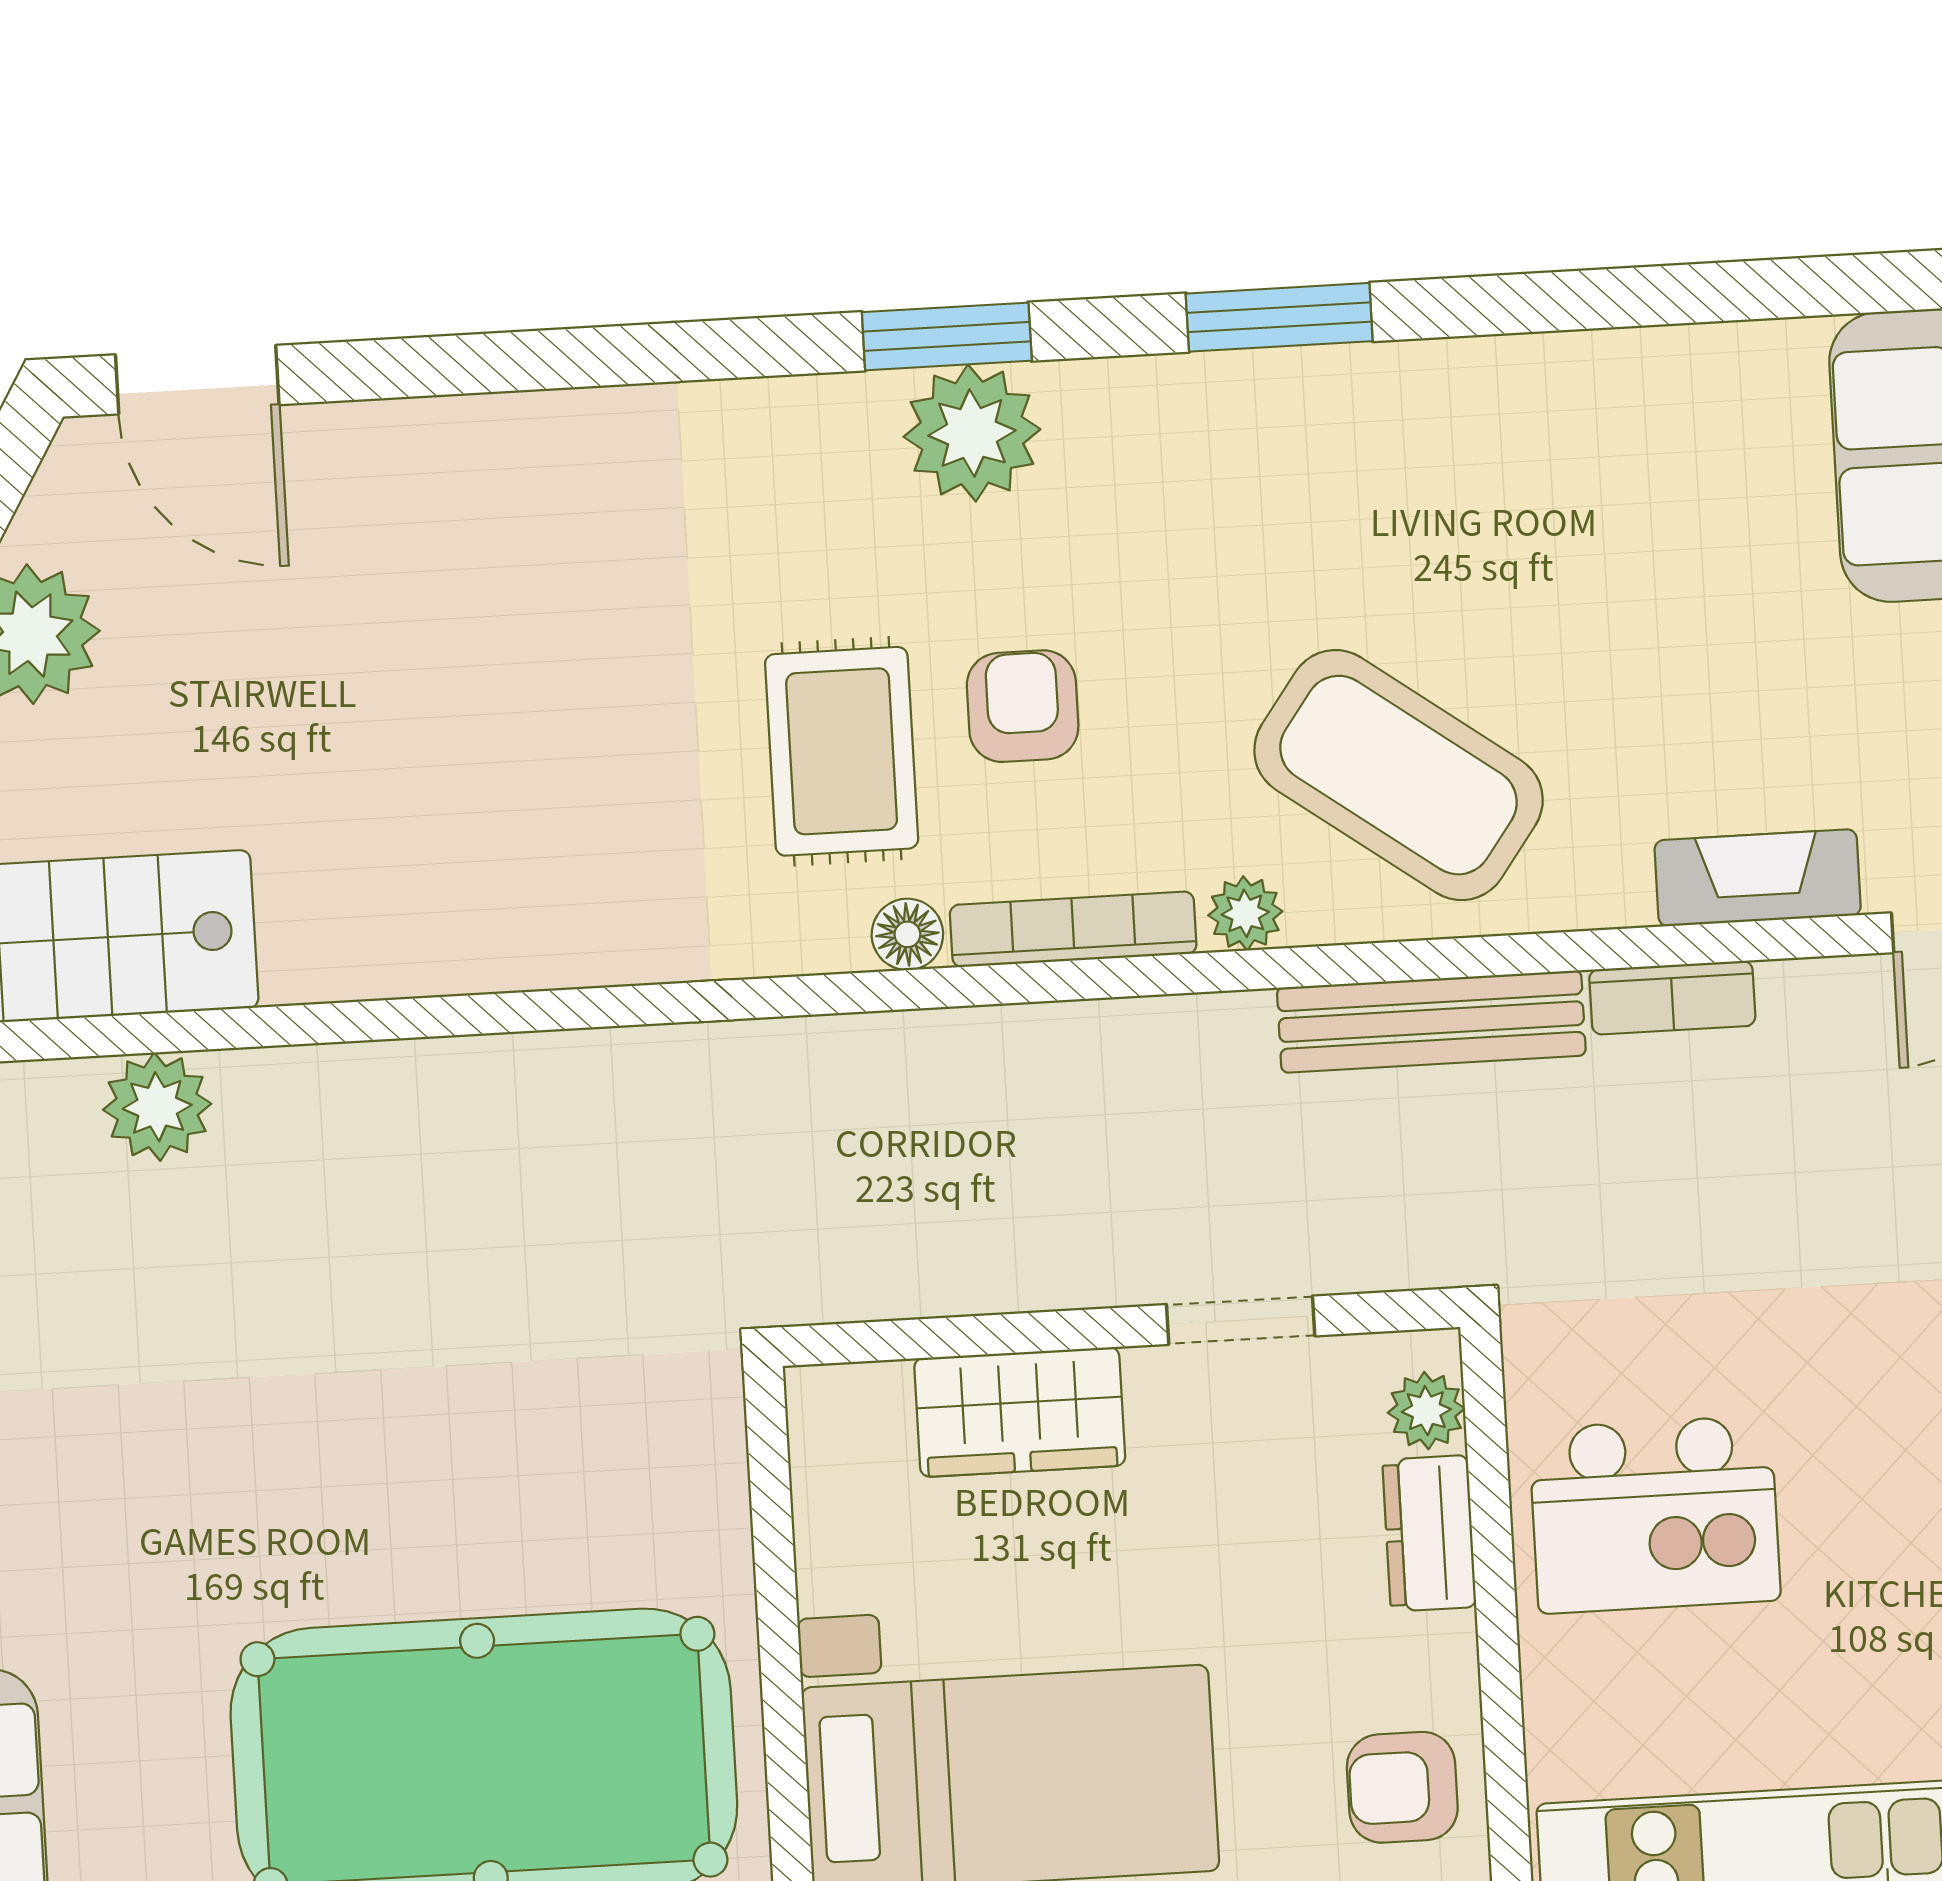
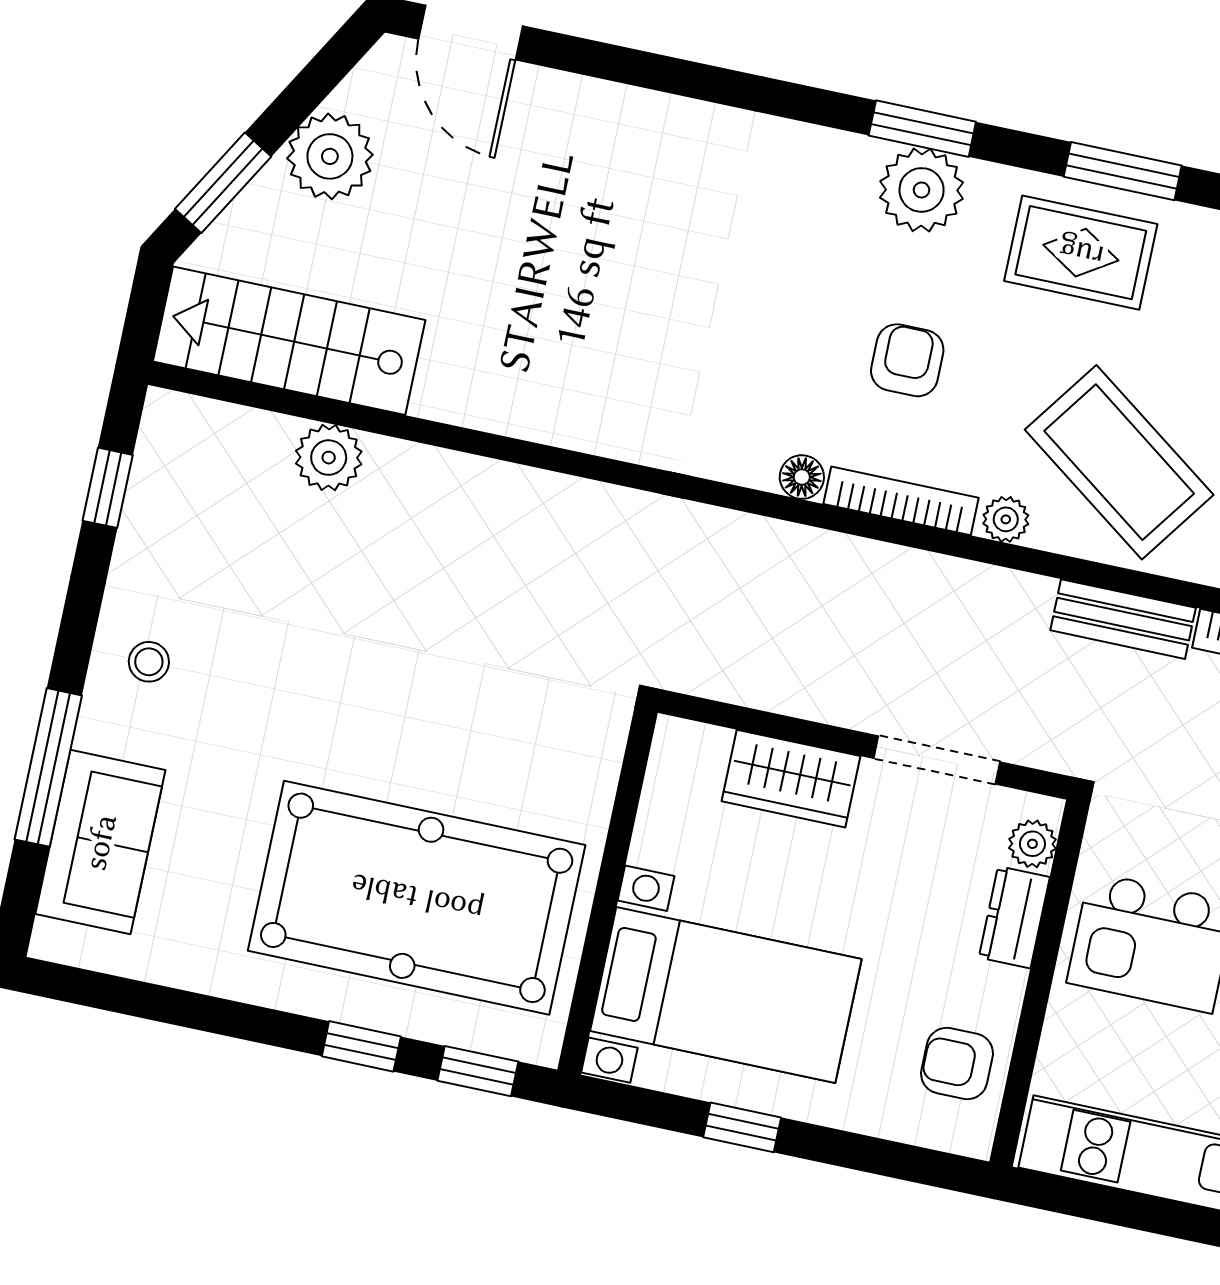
rug: (842, 751) -> (1081, 253), moved, turned 90
bench: (1431, 1022) -> (1123, 619), width x0.73
doorway: (1241, 1320) -> (937, 760), width x1.38

